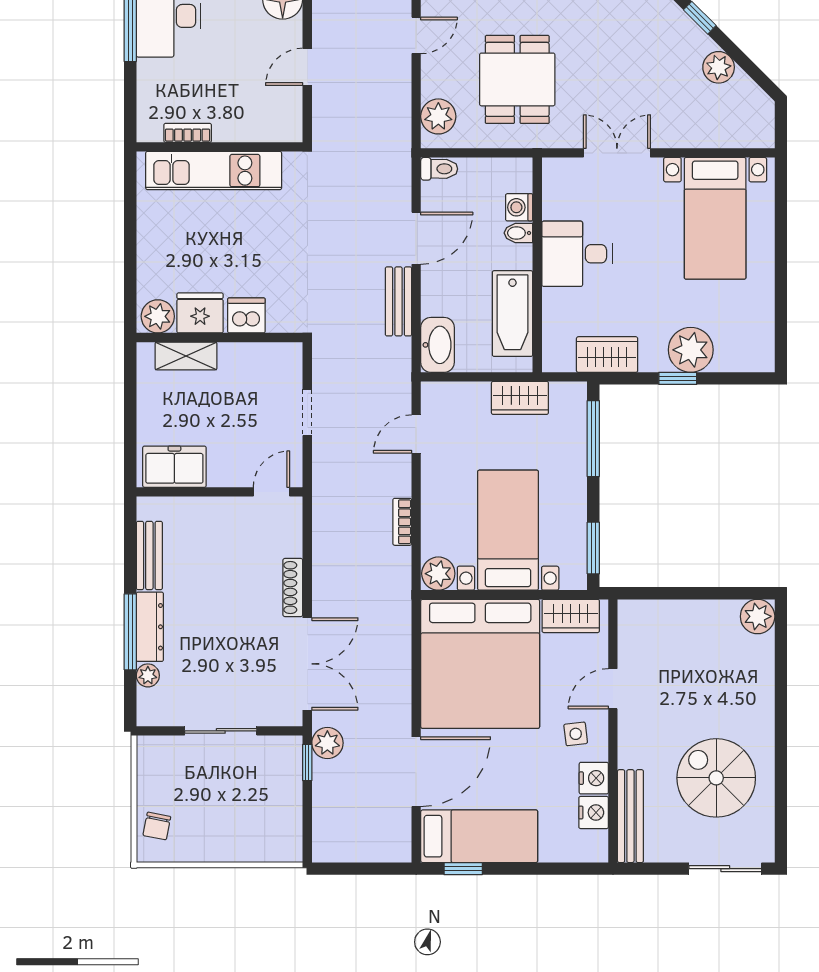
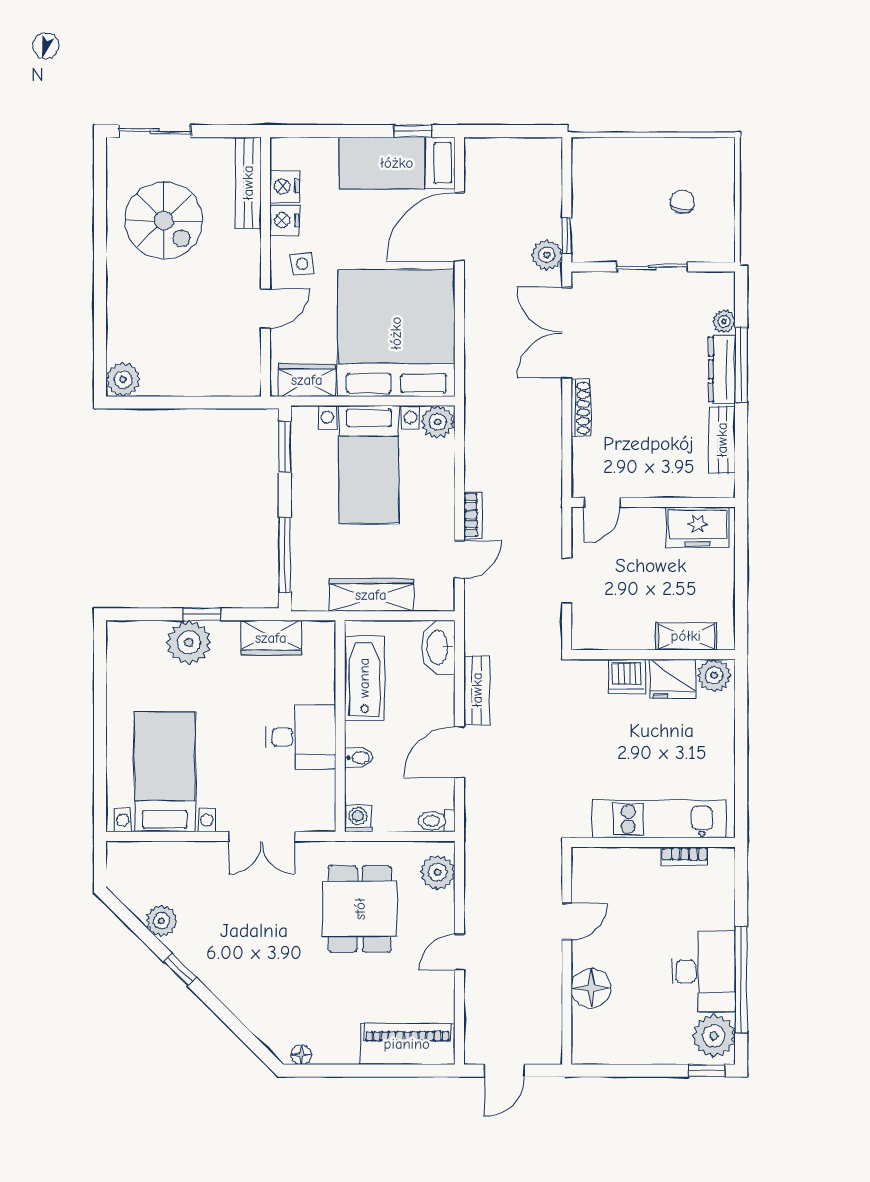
washing machine: (519, 207) -> (358, 819), moved, turned -90
wardrobe: (520, 398) -> (371, 595), width x1.50
bookcase: (402, 522) -> (473, 515), moved
chair: (157, 826) -> (682, 202), moved

